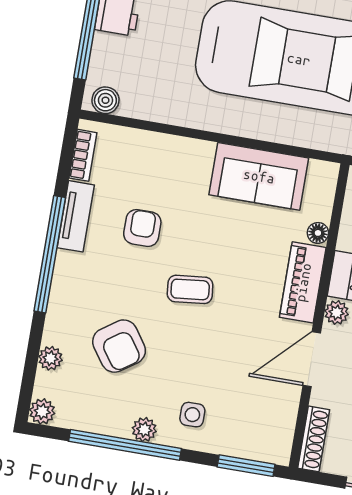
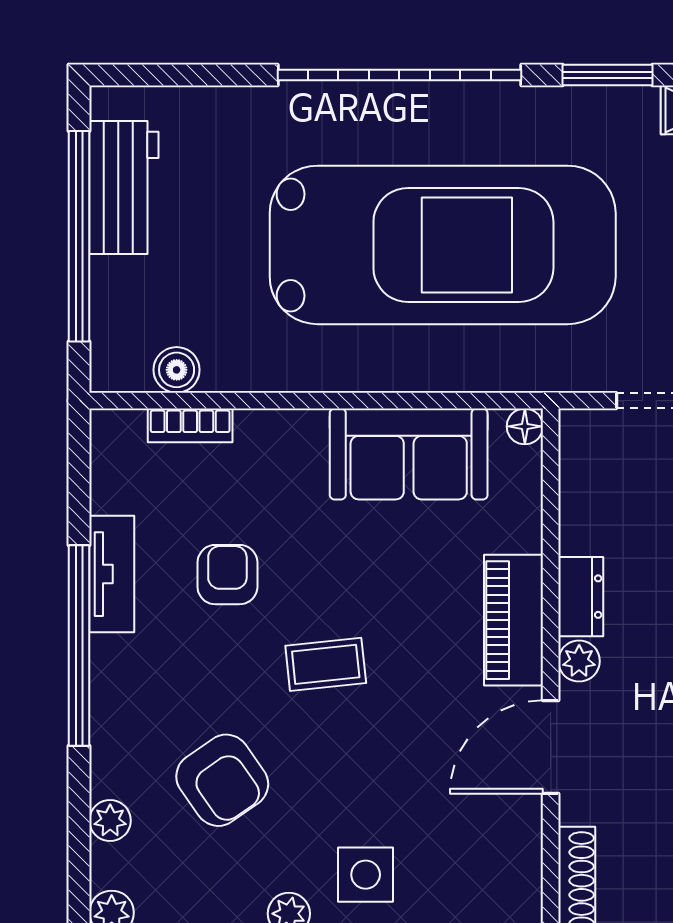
boiler: (105, 100) -> (177, 370), moved
bookcase: (83, 155) -> (190, 425), moved, turned 90
floor lamp: (318, 233) -> (525, 426), moved
side table: (192, 415) -> (366, 875), width x1.37, depth x1.37

